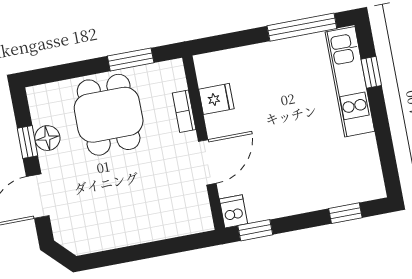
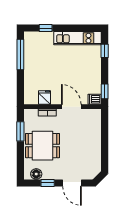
kitchen unit: (350, 82) -> (78, 38), moved
floor lamp: (47, 138) -> (36, 174), moved

